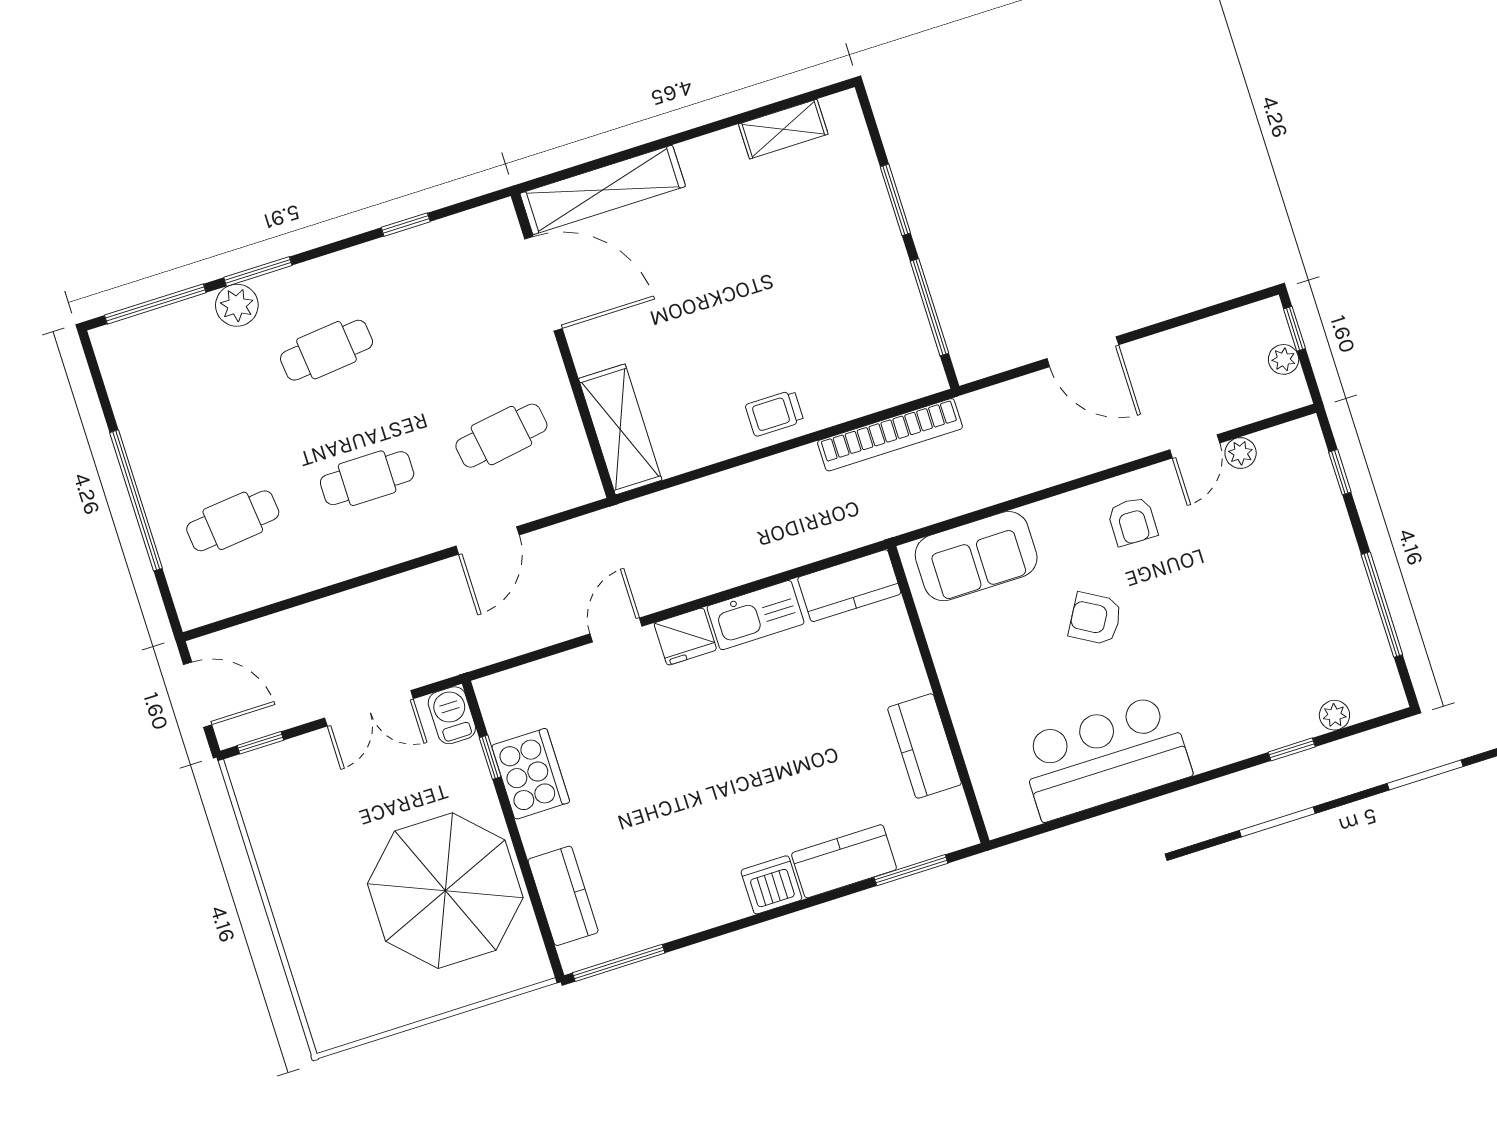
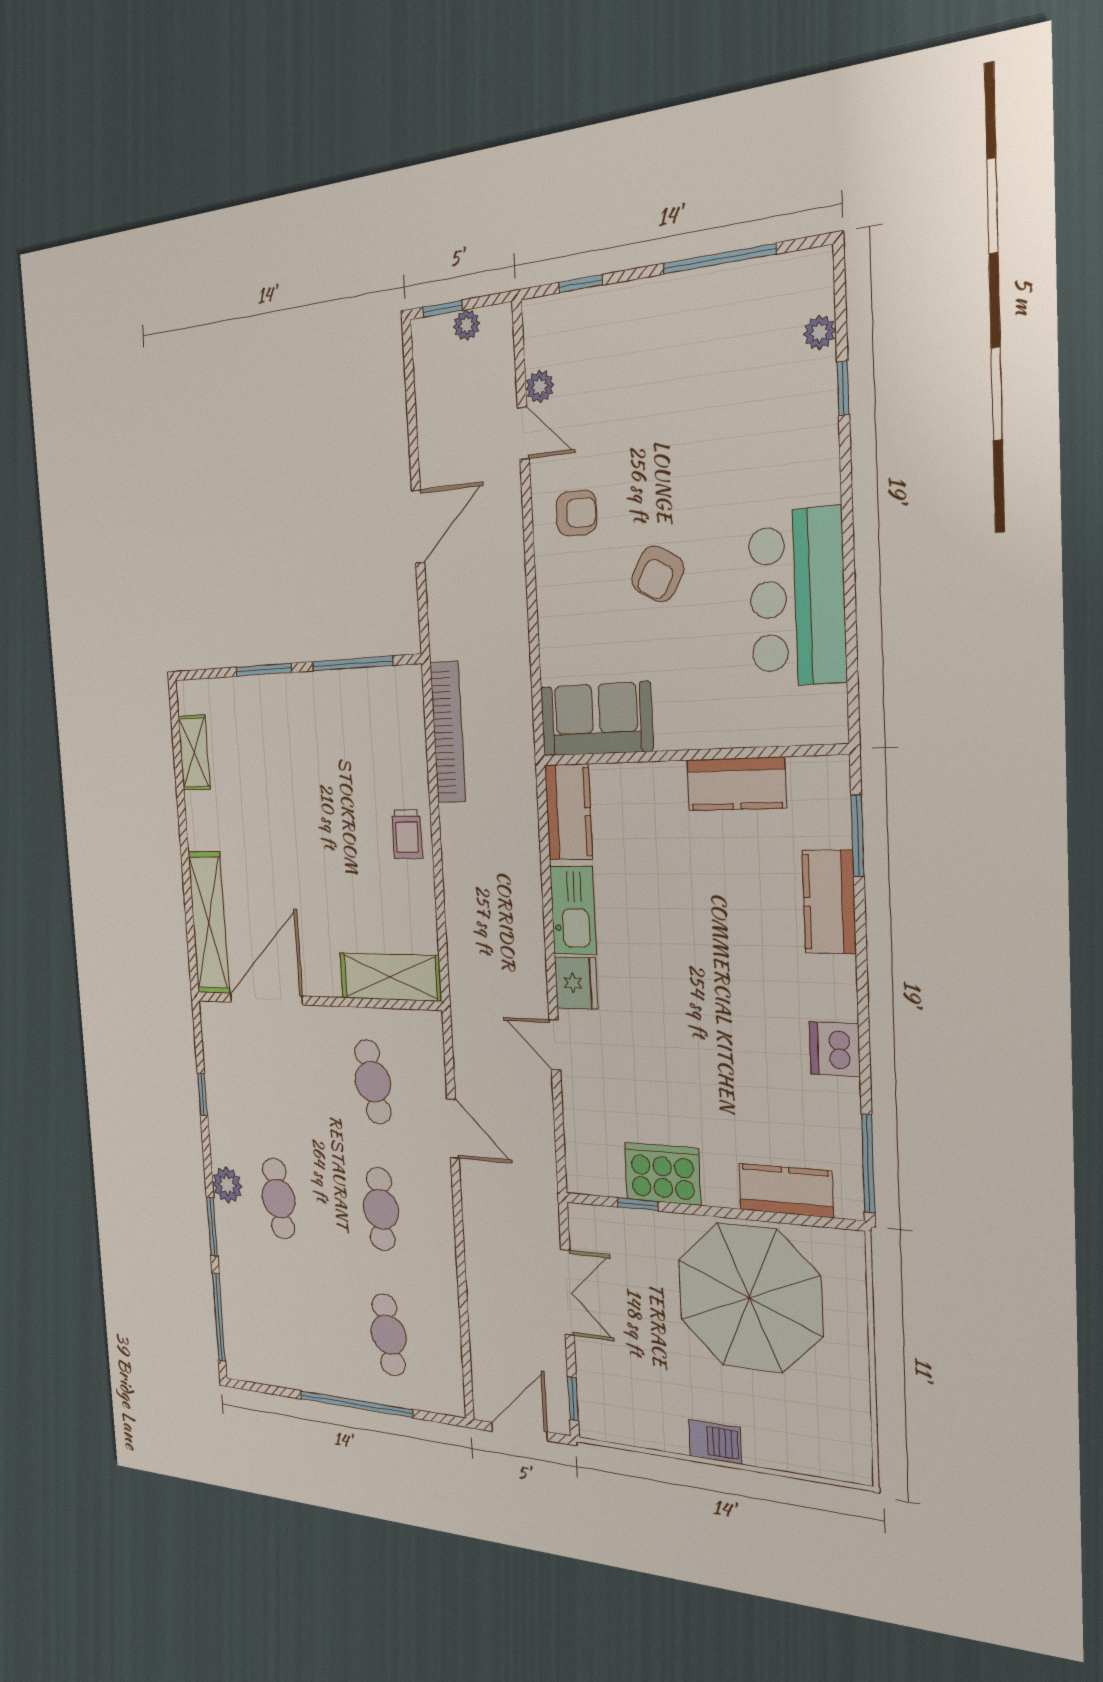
plant: (237, 305) -> (227, 1185), moved
sofa: (976, 556) -> (596, 719), moved, turned -90
barbecue: (452, 715) -> (715, 1442), moved, turned 180
dishwasher: (771, 885) -> (835, 1049), moved

